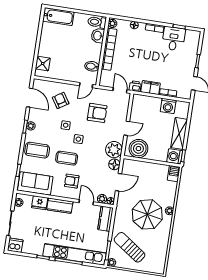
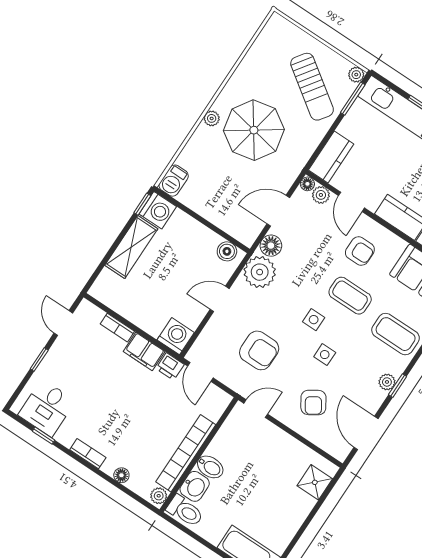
desk: (174, 39) -> (47, 408), moved
bidet: (92, 66) -> (210, 467), moved
washing machine: (168, 106) -> (176, 336), moved
armchair: (97, 113) -> (259, 350), turned 180
boiler: (138, 149) -> (227, 251), width x0.54, depth x0.54

